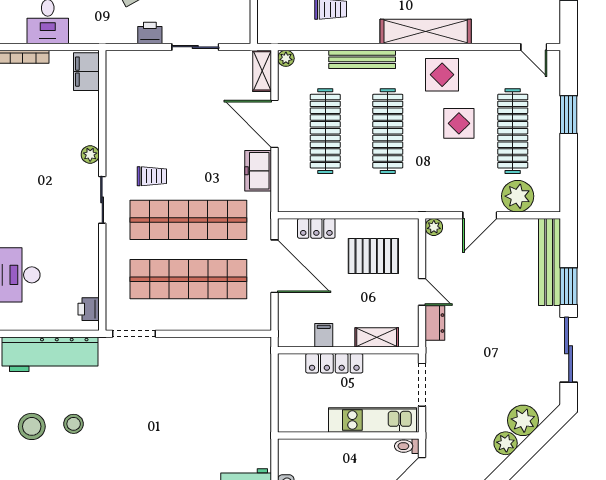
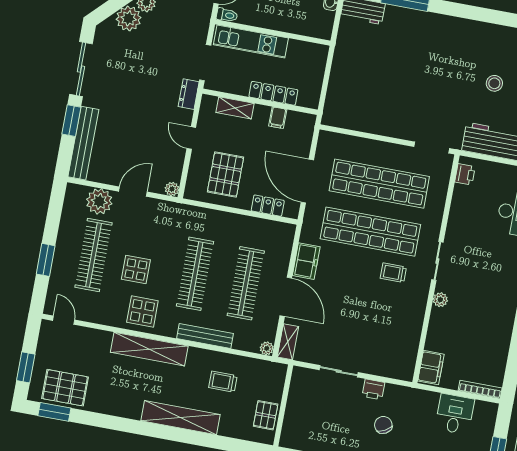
pallet: (373, 256) -> (226, 175), turned 90
dresser: (435, 323) -> (189, 94), moved

